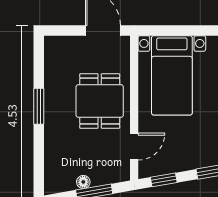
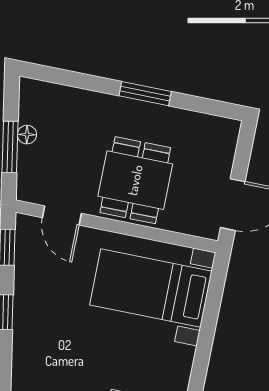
dining table: (100, 101) -> (135, 180), turned 90

